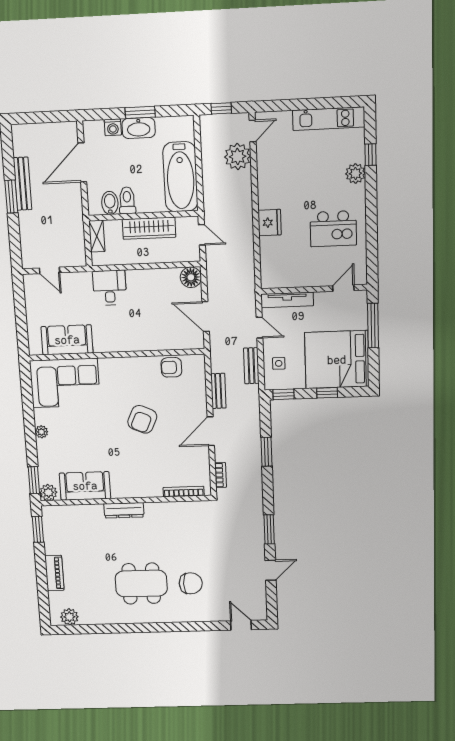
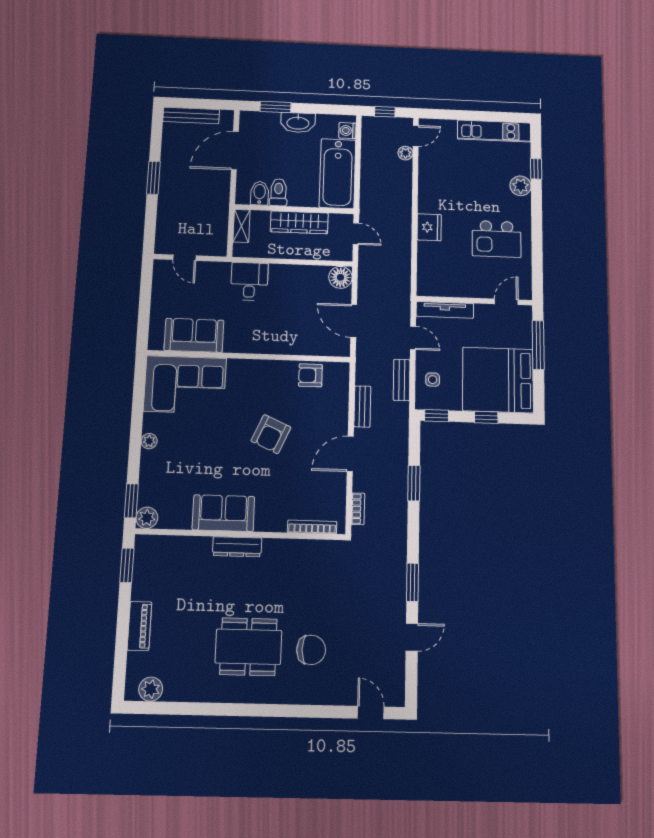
window: (140, 112) -> (276, 107), moved
washing machine: (113, 127) -> (347, 131), moved, turned 90
plant: (238, 157) -> (405, 153), width x0.53, depth x0.53
bench: (23, 184) -> (191, 116), moved, turned 90
sofa: (85, 486) -> (223, 513), moved

